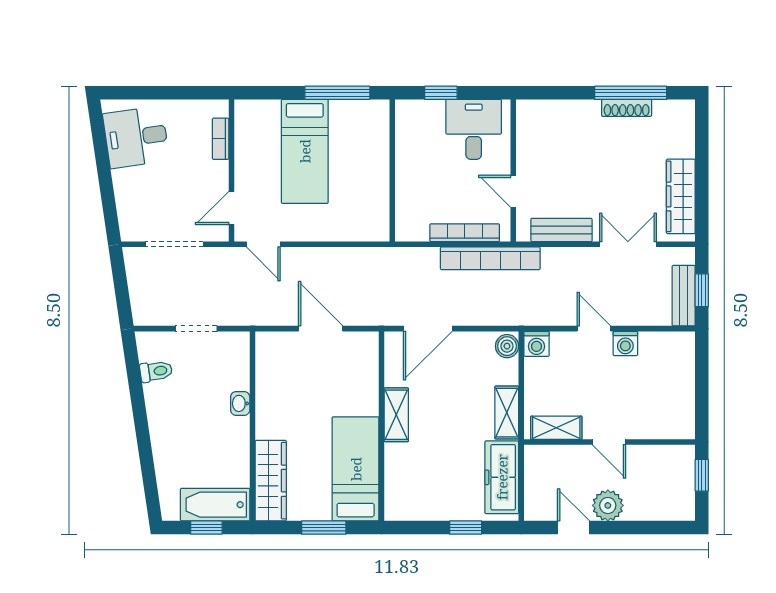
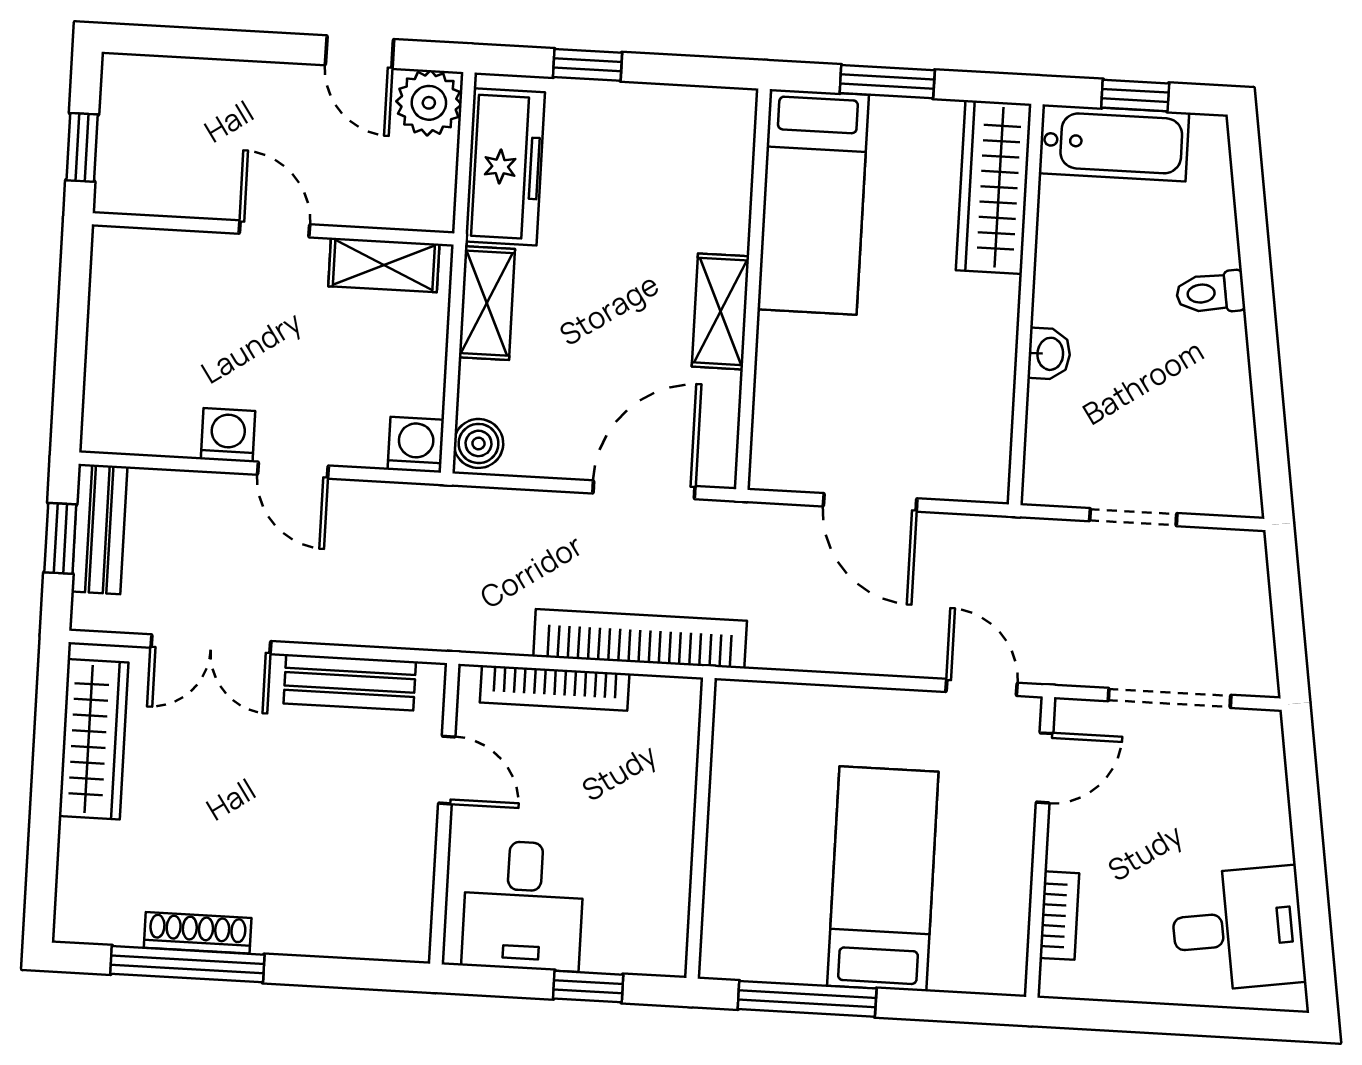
bookcase: (490, 258) -> (640, 639), moved
toilet: (156, 371) -> (1210, 293), moved
plant: (608, 505) -> (429, 103), moved

